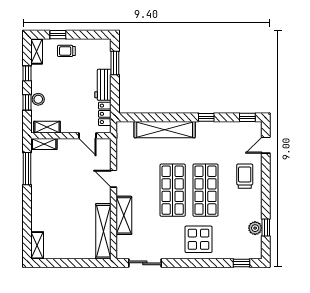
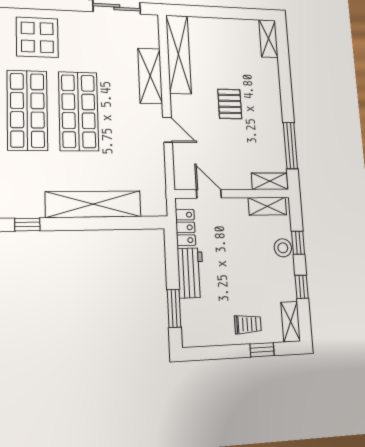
pallet: (69, 197) -> (230, 104), added

